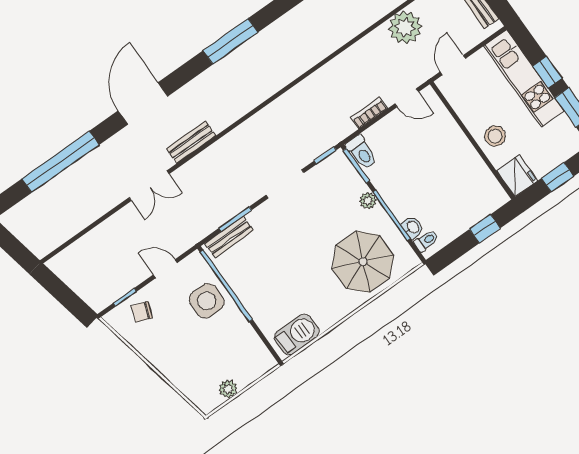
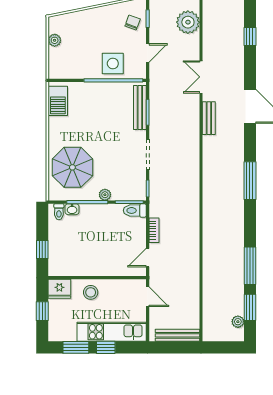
plant: (405, 27) -> (188, 22), moved
window: (61, 162) -> (250, 37), width x0.32
bench: (229, 237) -> (140, 107), width x1.36

